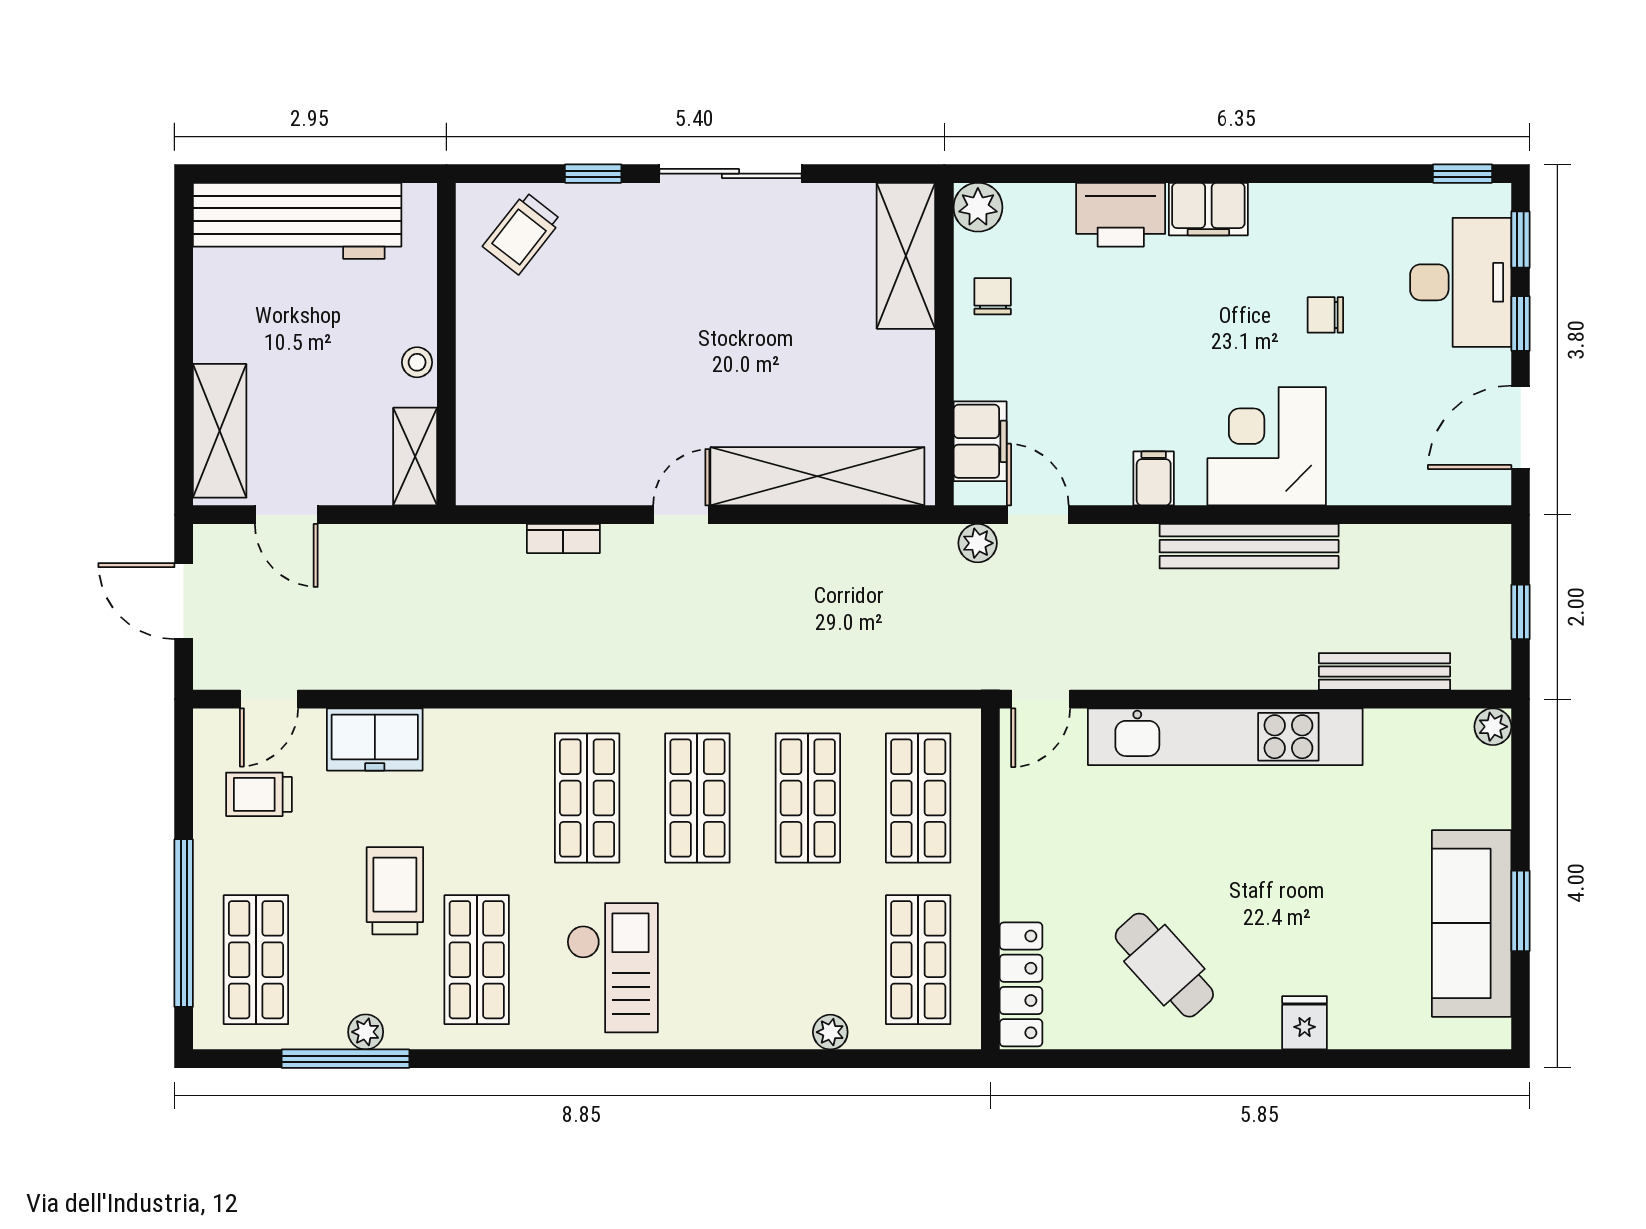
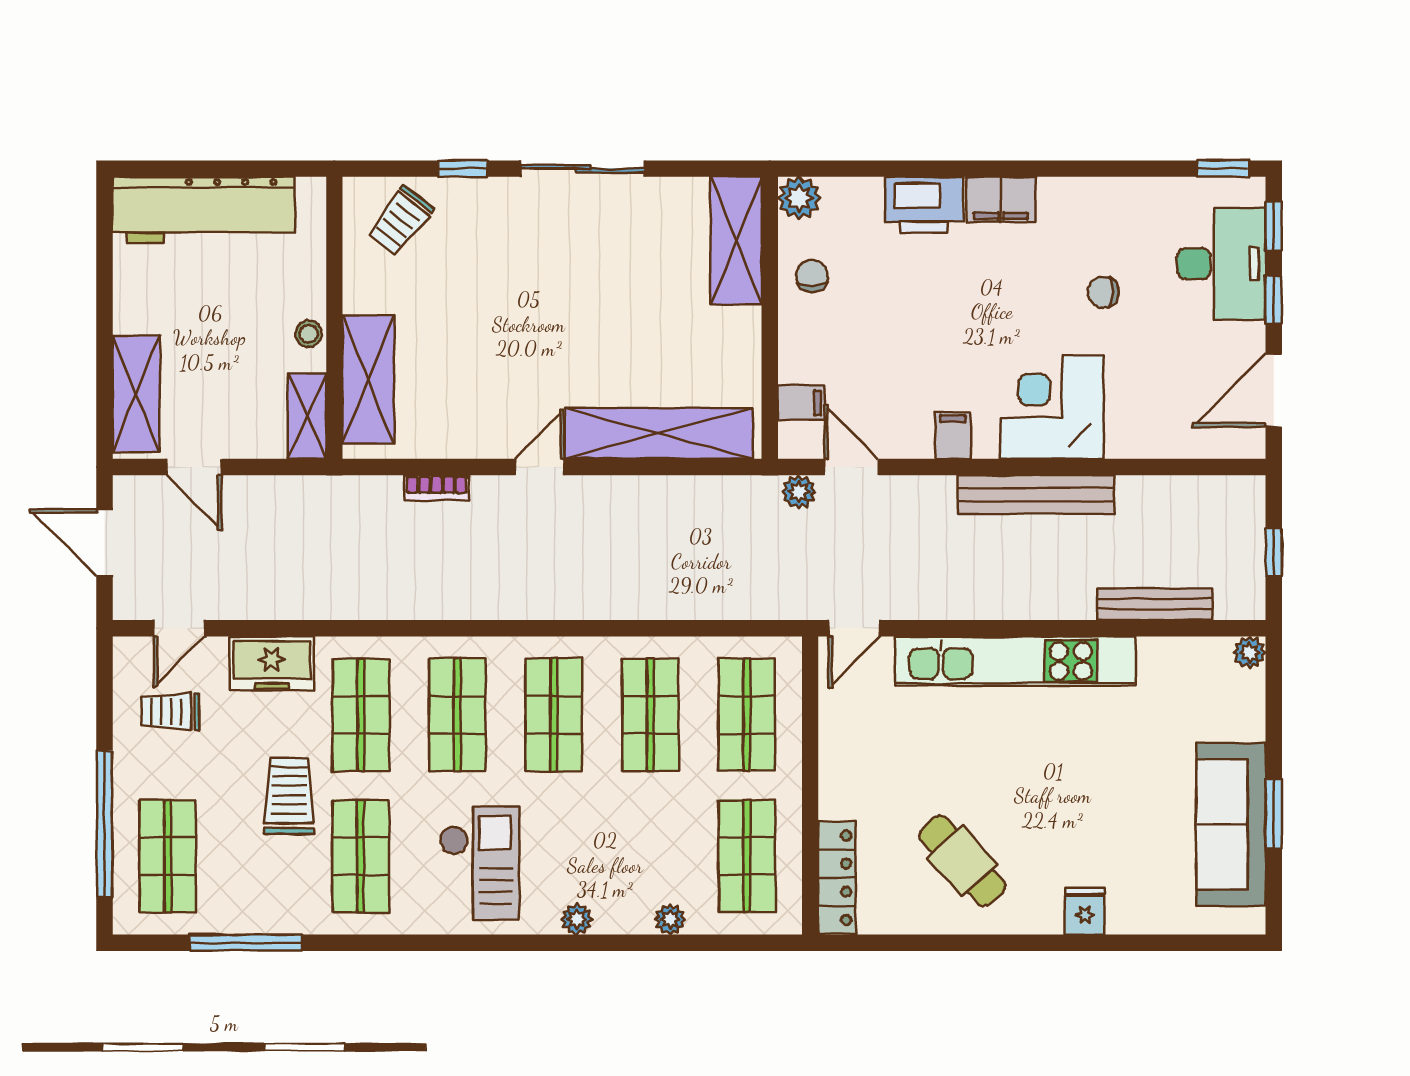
shelving: (485, 415) -> (368, 379), added
filing cabinet: (980, 441) -> (801, 403), width x0.50
shop shelf: (477, 798) -> (361, 715), added
plant: (366, 1032) -> (577, 919), moved

